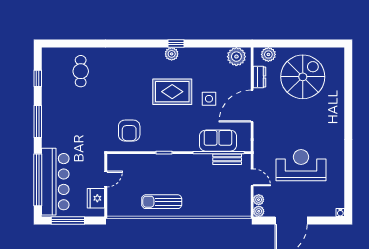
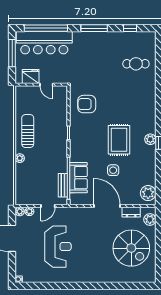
plant: (194, 211) -> (20, 158), added

